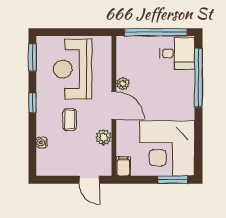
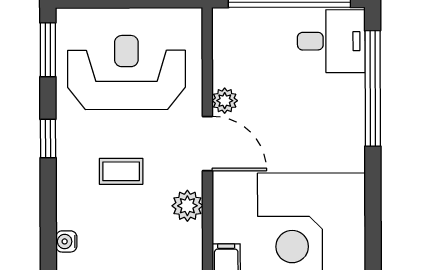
reception desk: (73, 69) -> (126, 73), turned 90
coffee table: (70, 120) -> (121, 171), turned 90
water cooler: (42, 142) -> (66, 241), moved

